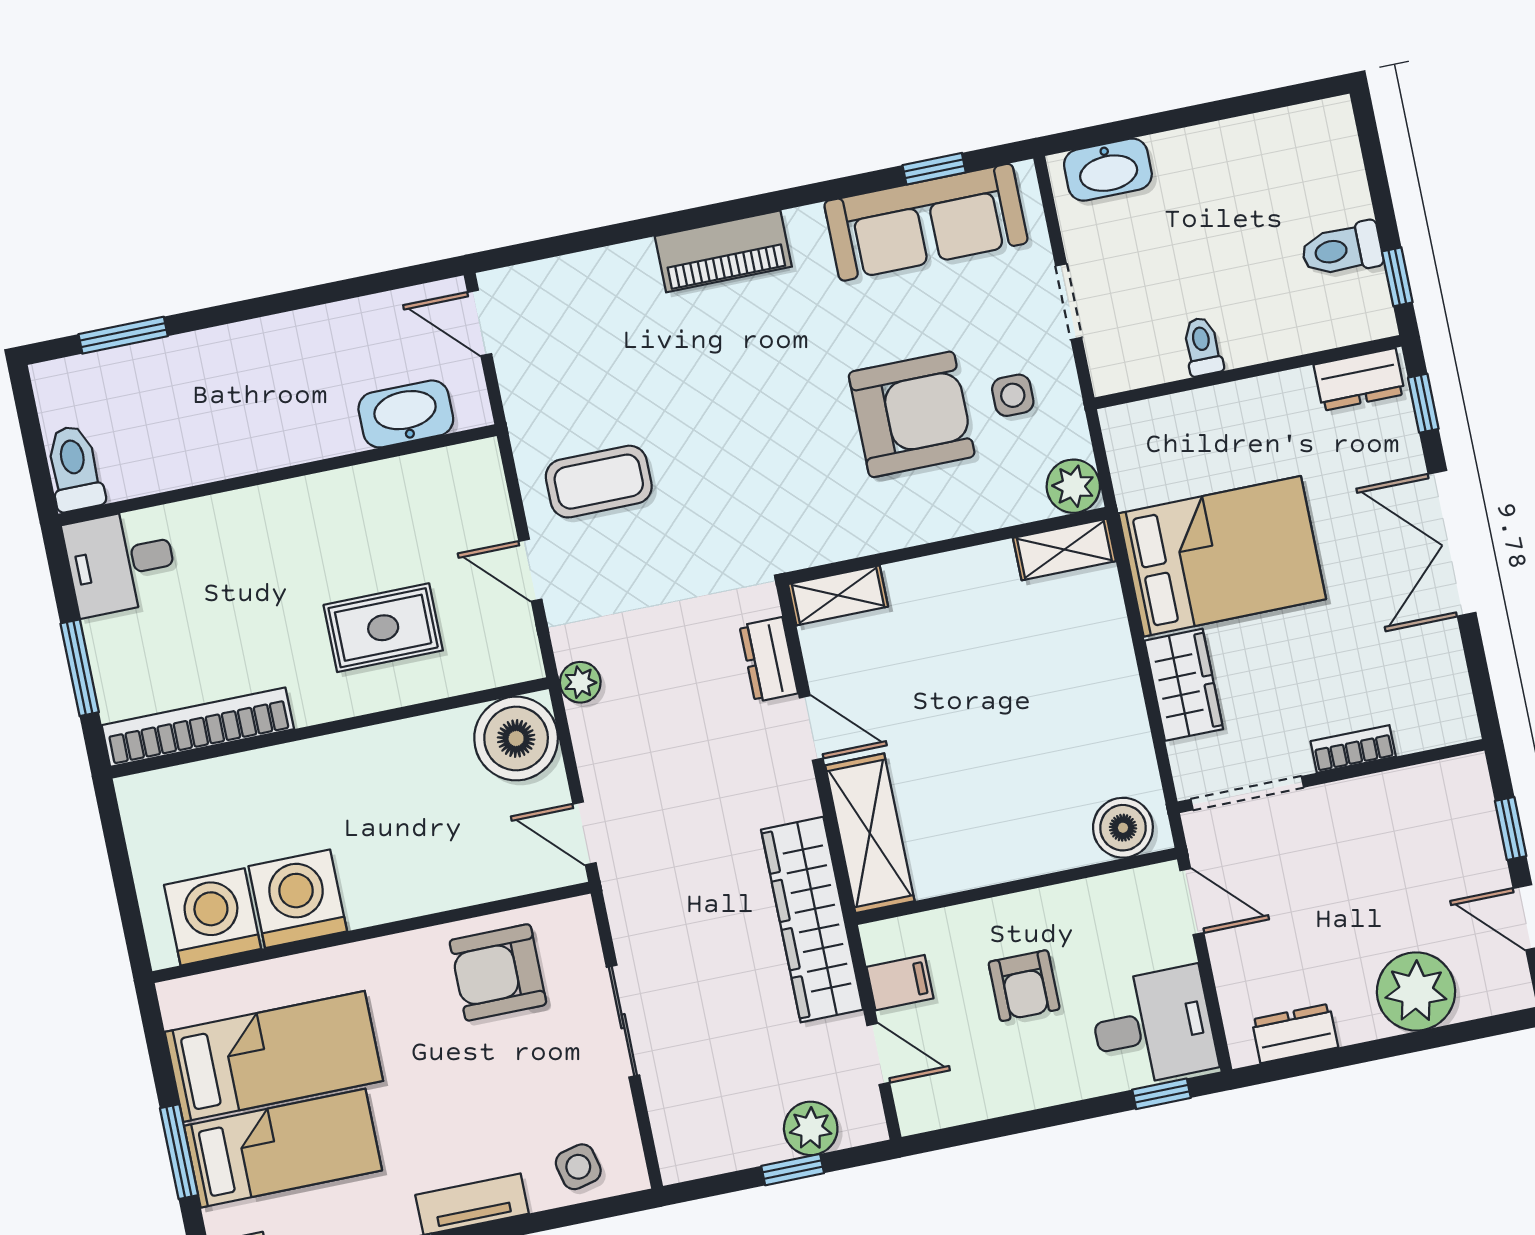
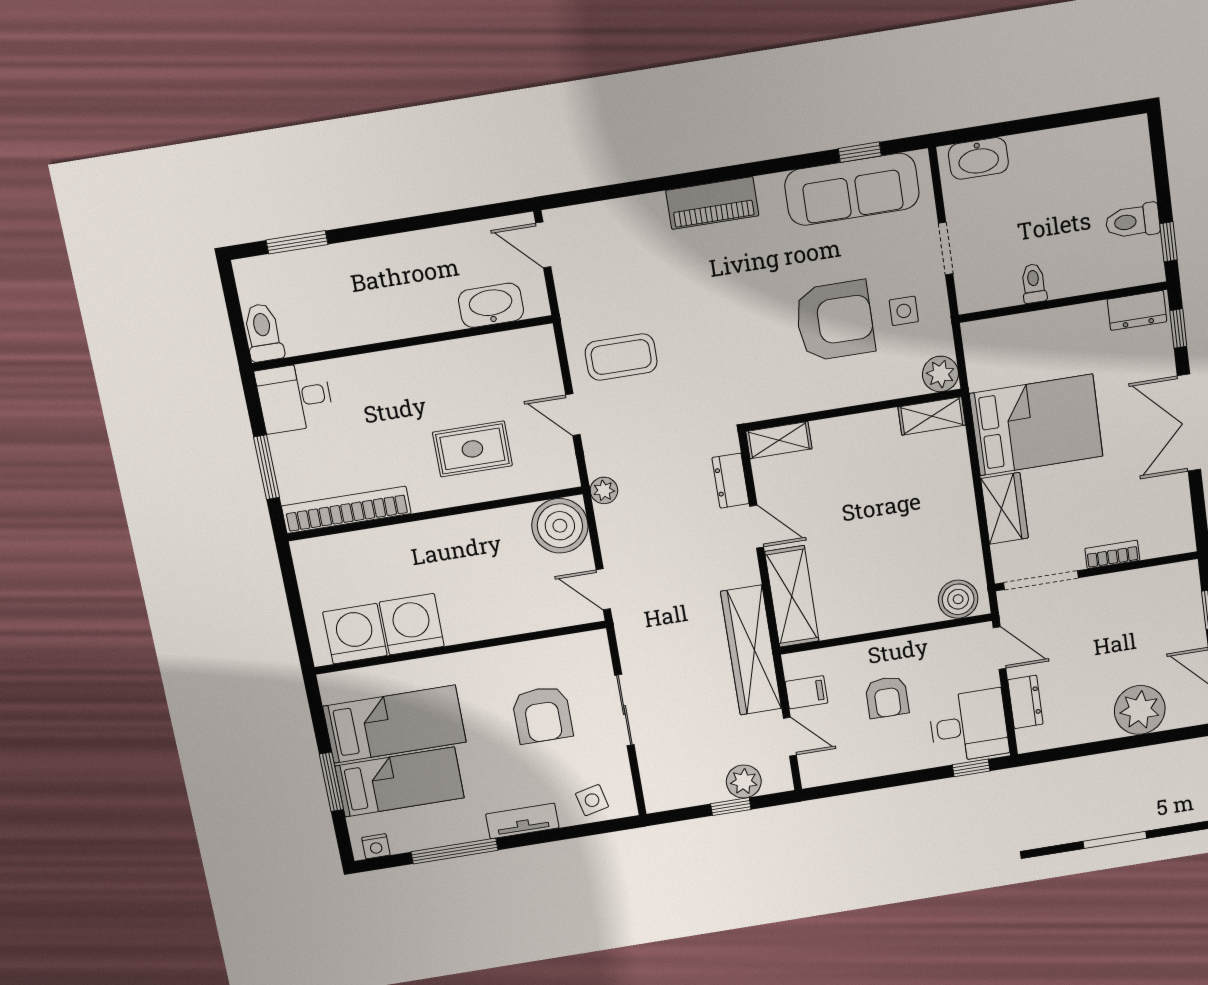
armchair: (498, 972) -> (542, 715), moved, turned -90
dresser: (1295, 1033) -> (1025, 702), moved, turned 90

